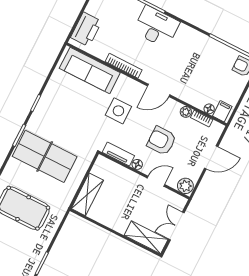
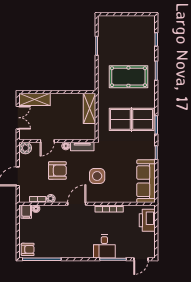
desk: (156, 27) -> (104, 246), width x0.73
sofa: (90, 70) -> (146, 181), moved, turned -90

